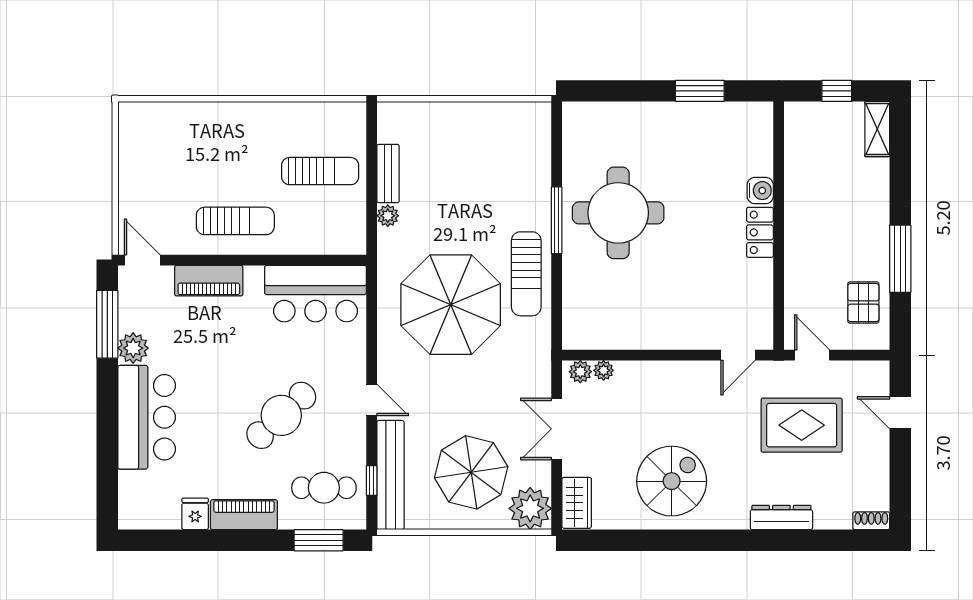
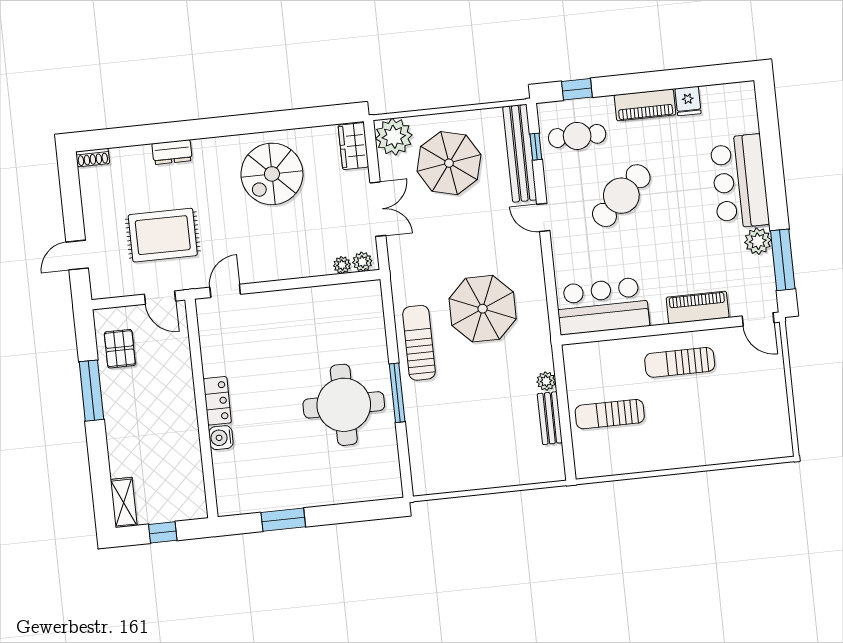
parasol: (451, 305) -> (483, 309), width x0.73, depth x0.73
door: (900, 413) -> (77, 255), swing flipped
dresser: (781, 517) -> (172, 152), width x0.70
window: (319, 540) -> (577, 89), width x0.67

